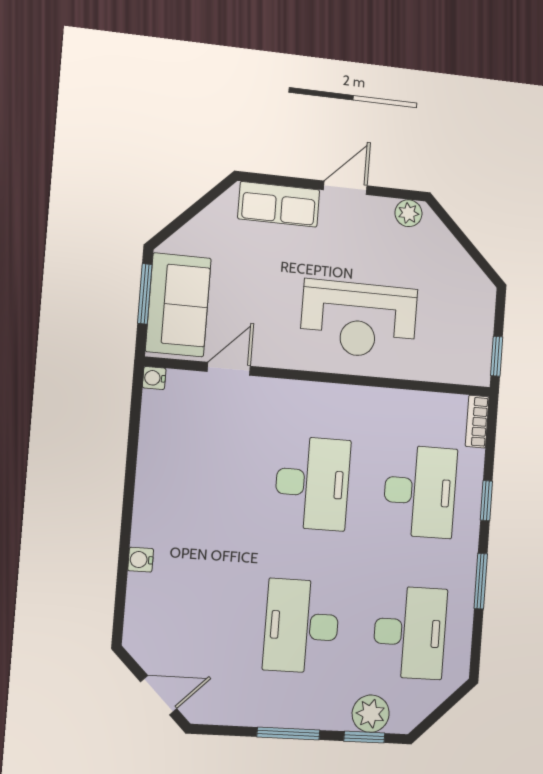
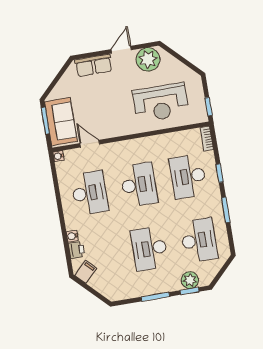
plant: (408, 213) -> (148, 59), width x1.88, depth x1.88
reception desk: (359, 320) -> (161, 103), moved
door: (229, 369) -> (90, 144), hinge flipped
desk: (202, 475) -> (90, 193), added
desk: (420, 491) -> (188, 176), turned 180
printer: (142, 592) -> (77, 250), added
filing cabinet: (150, 645) -> (86, 272), added
door: (159, 695) -> (95, 293), removed

